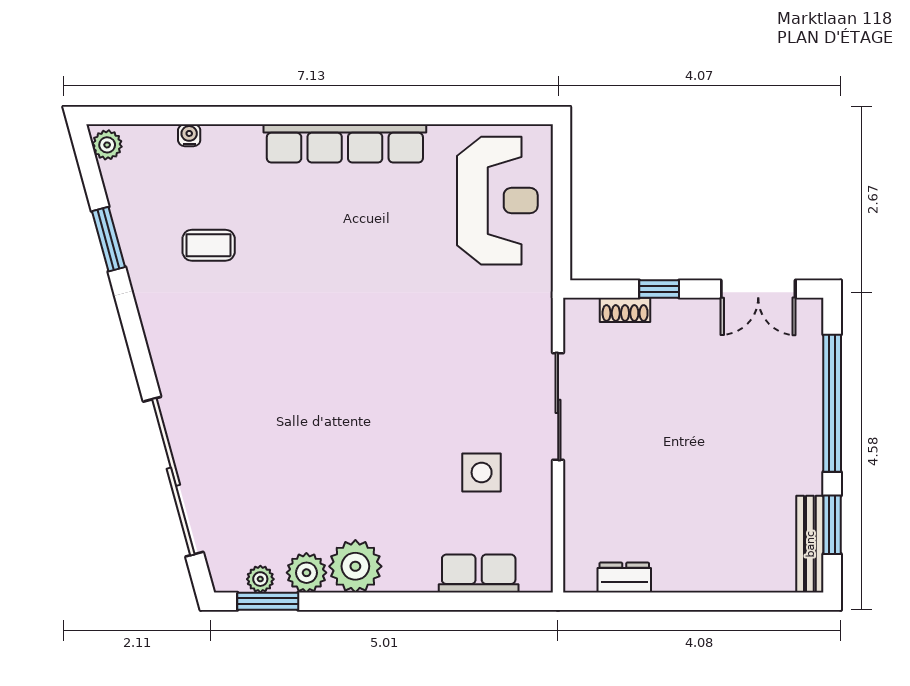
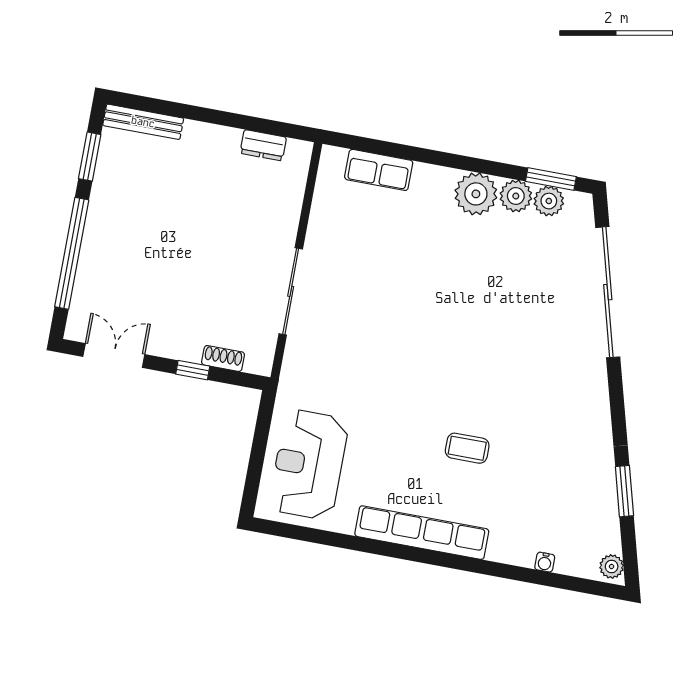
coffee table: (209, 245) -> (467, 448), moved
side table: (482, 472) -> (361, 250), removed
bench: (810, 544) -> (143, 122), moved, turned 90
plant: (260, 579) -> (549, 201), width x1.38, depth x1.38

